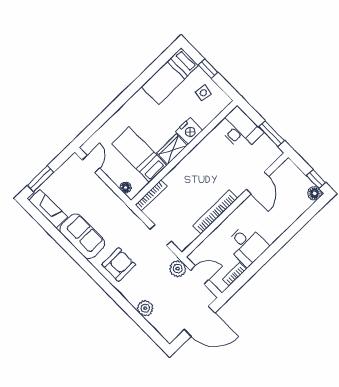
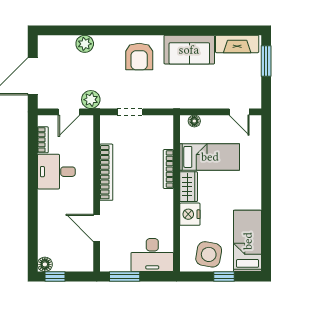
side table: (203, 93) -> (209, 254), width x1.87, depth x1.87
bookcase: (151, 196) -> (168, 169), moved

